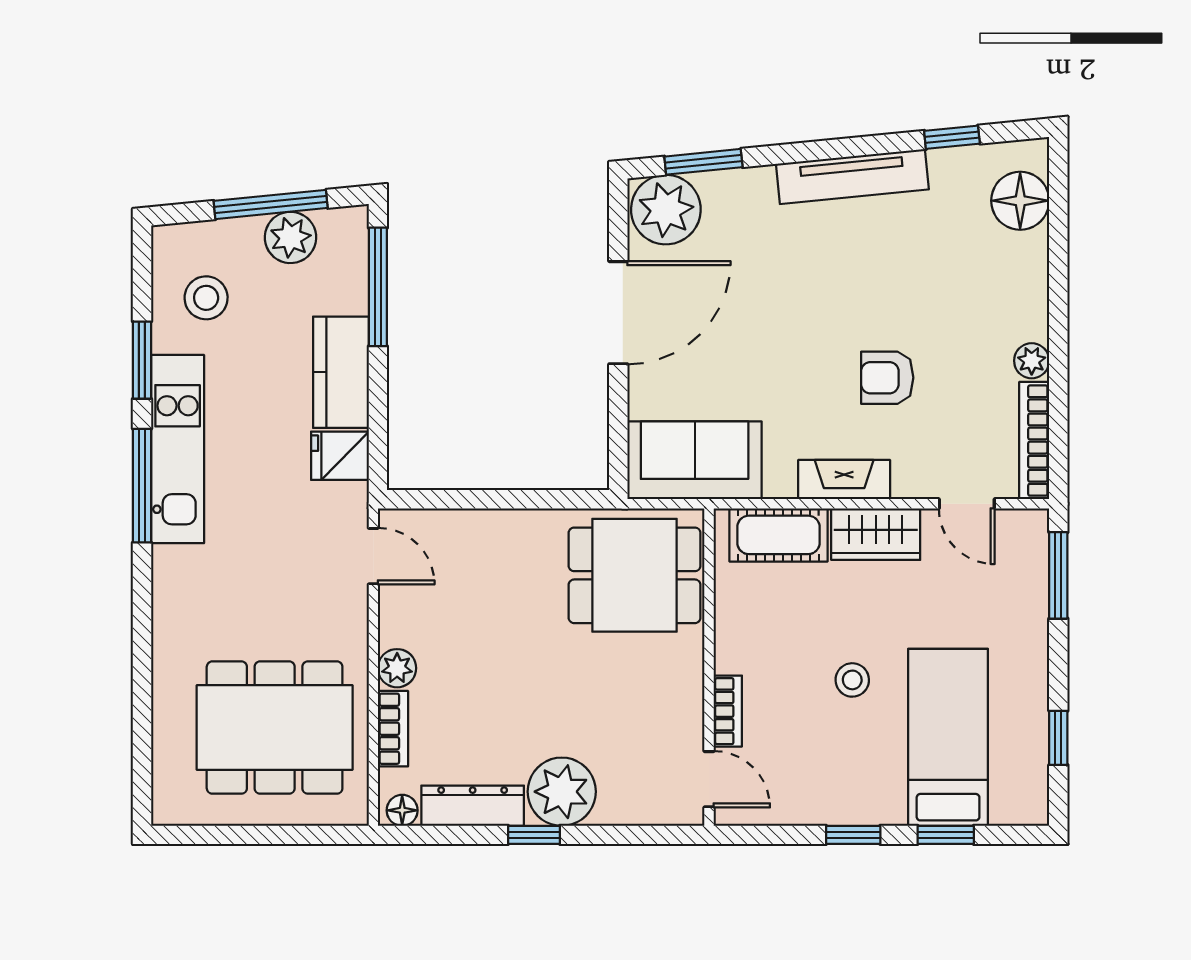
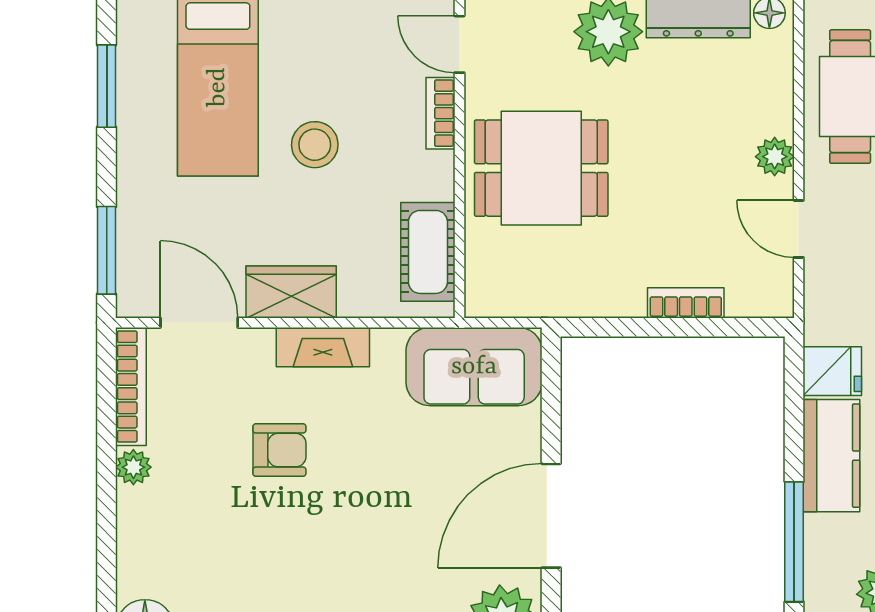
door: (967, 504) -> (199, 323), width x1.38
cot: (778, 535) -> (428, 252), moved, turned 90
door: (373, 556) -> (799, 229), moved
dining table: (635, 575) -> (541, 168), moved
stool: (852, 680) -> (315, 145), width x1.37, depth x1.37
bookcase: (393, 729) -> (686, 303), moved, turned 90
window: (1058, 738) -> (107, 86), width x1.50

